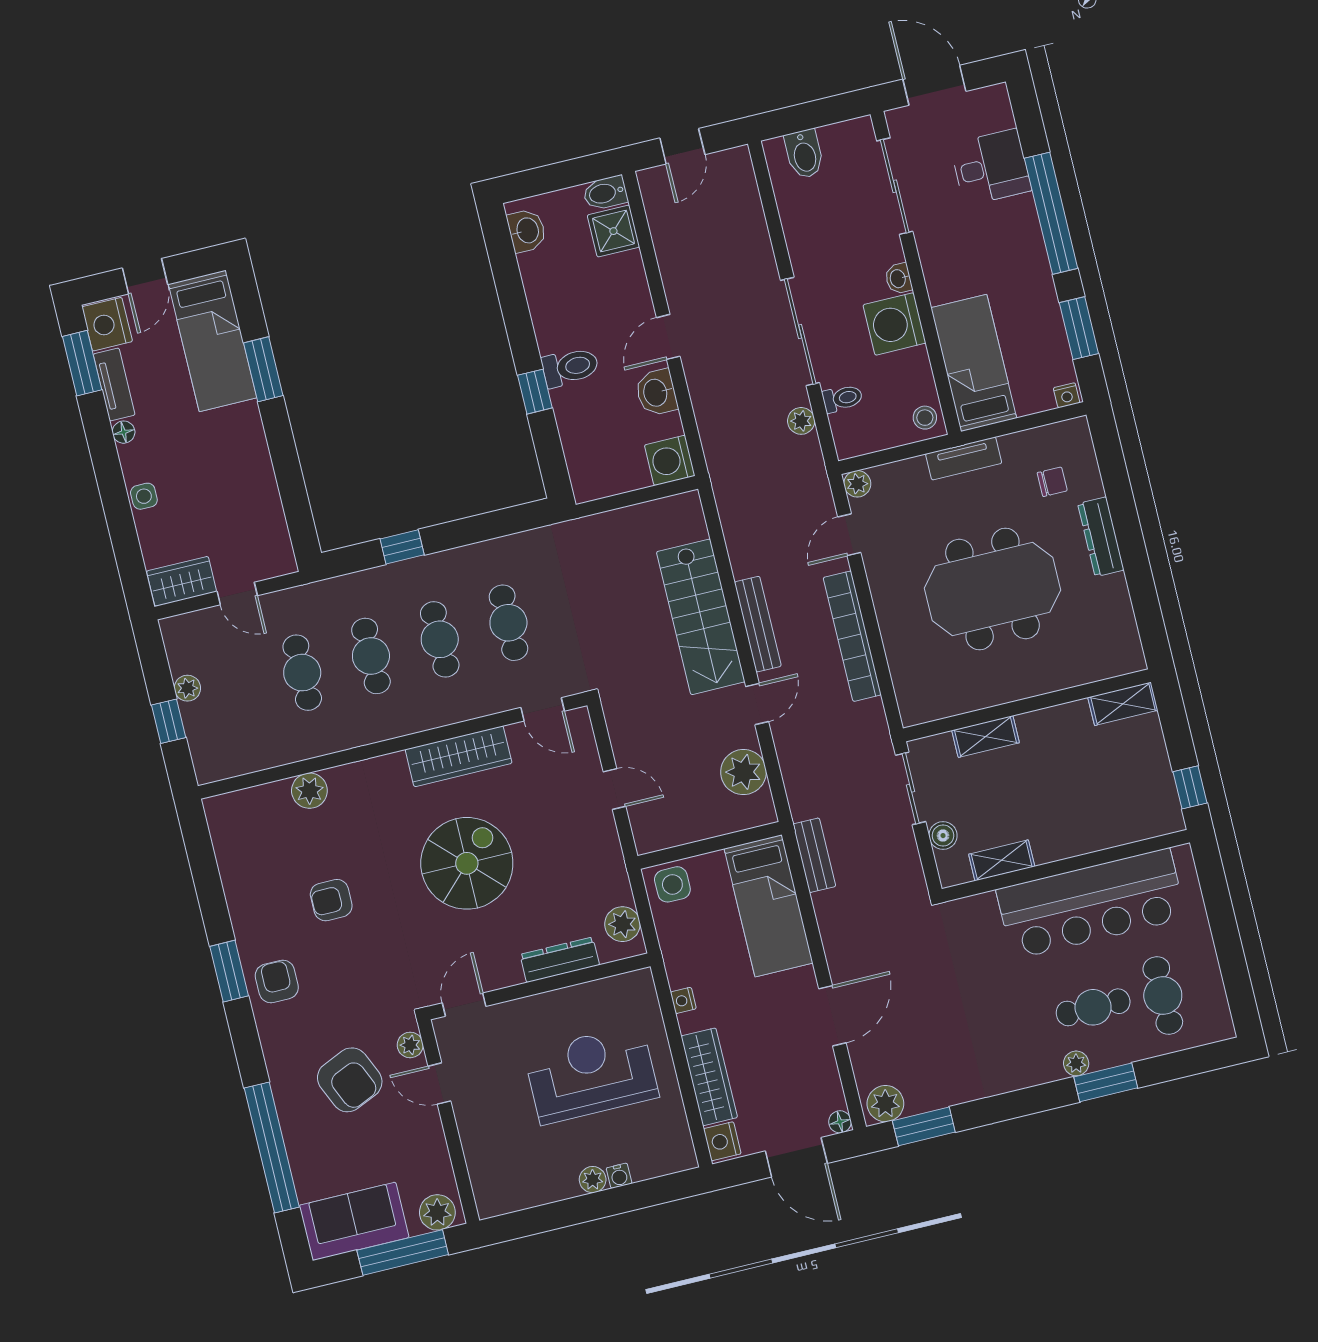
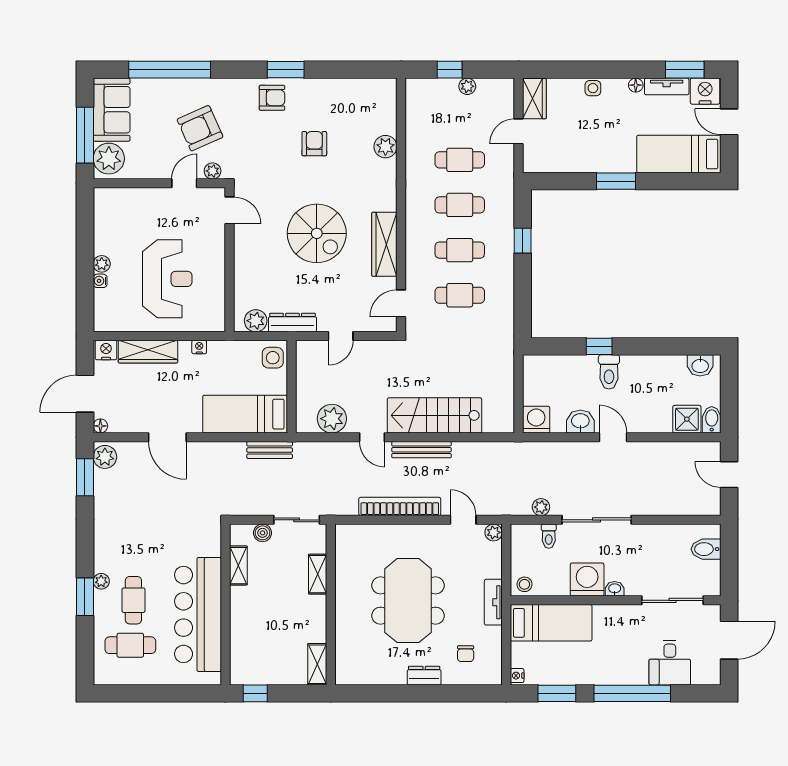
window: (263, 369) -> (616, 181), moved
dresser: (1101, 537) -> (424, 676), width x0.70
dresser: (560, 960) -> (292, 323), moved, turned -90
plant: (437, 1212) -> (109, 159), width x1.36, depth x1.36

